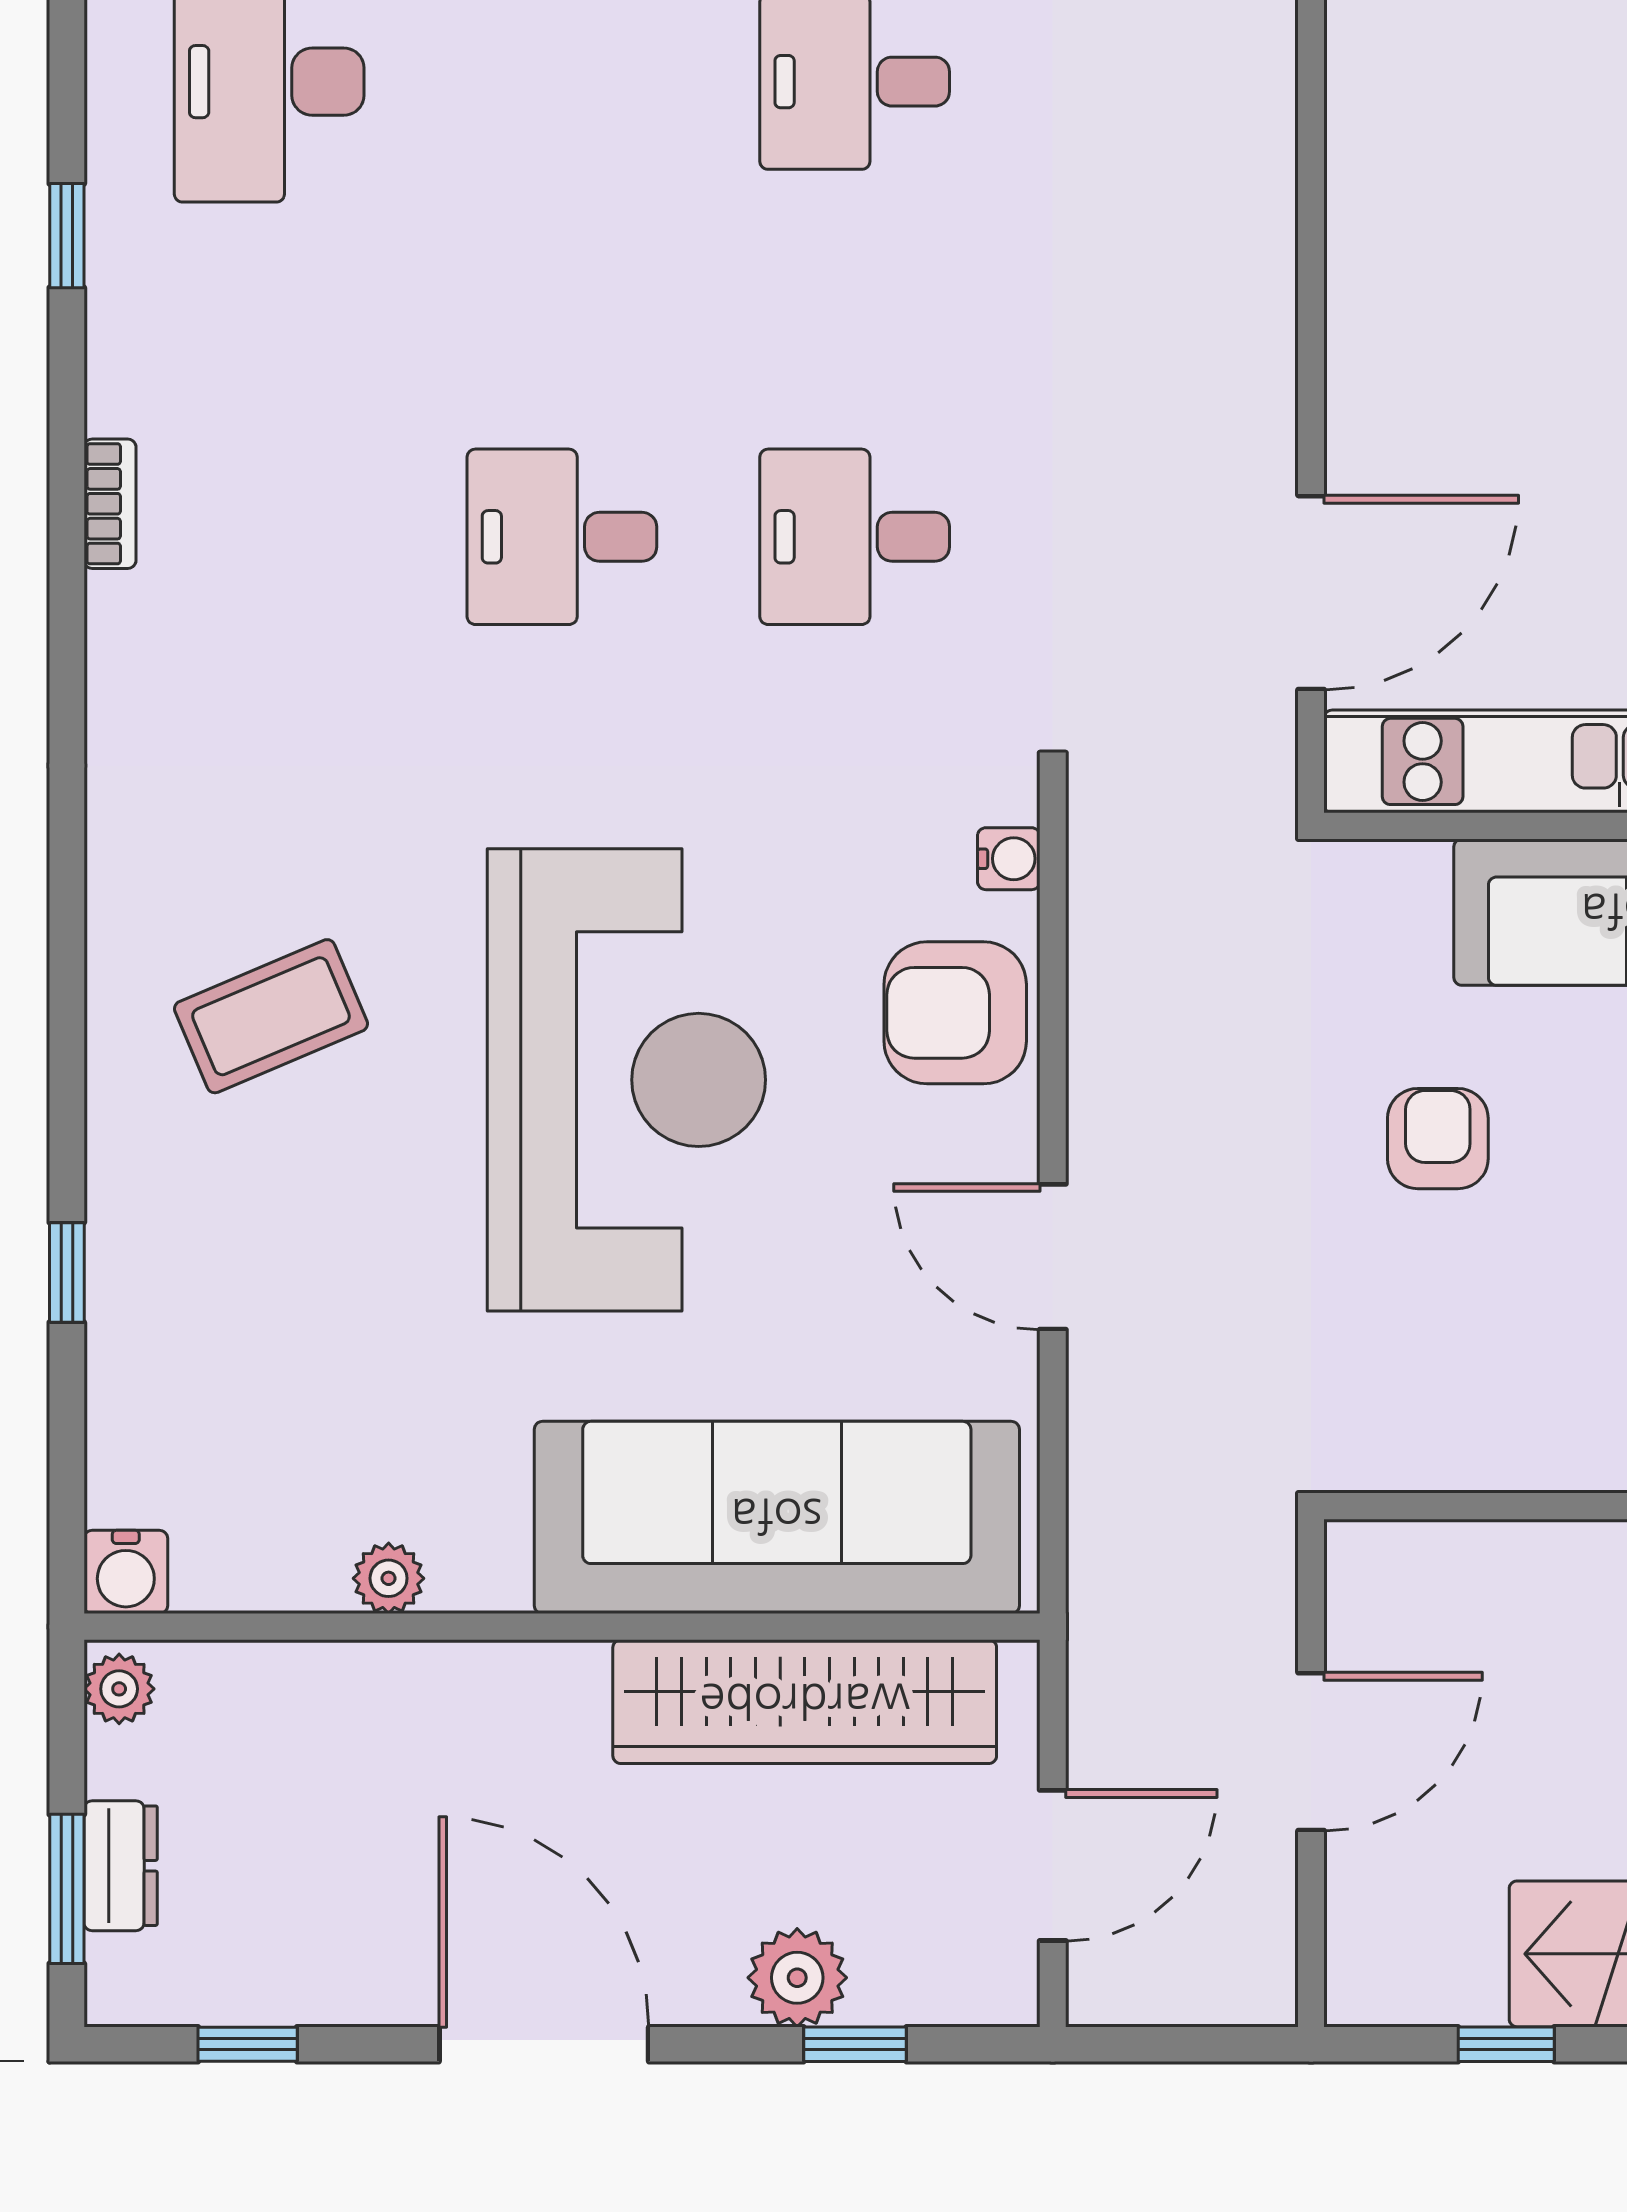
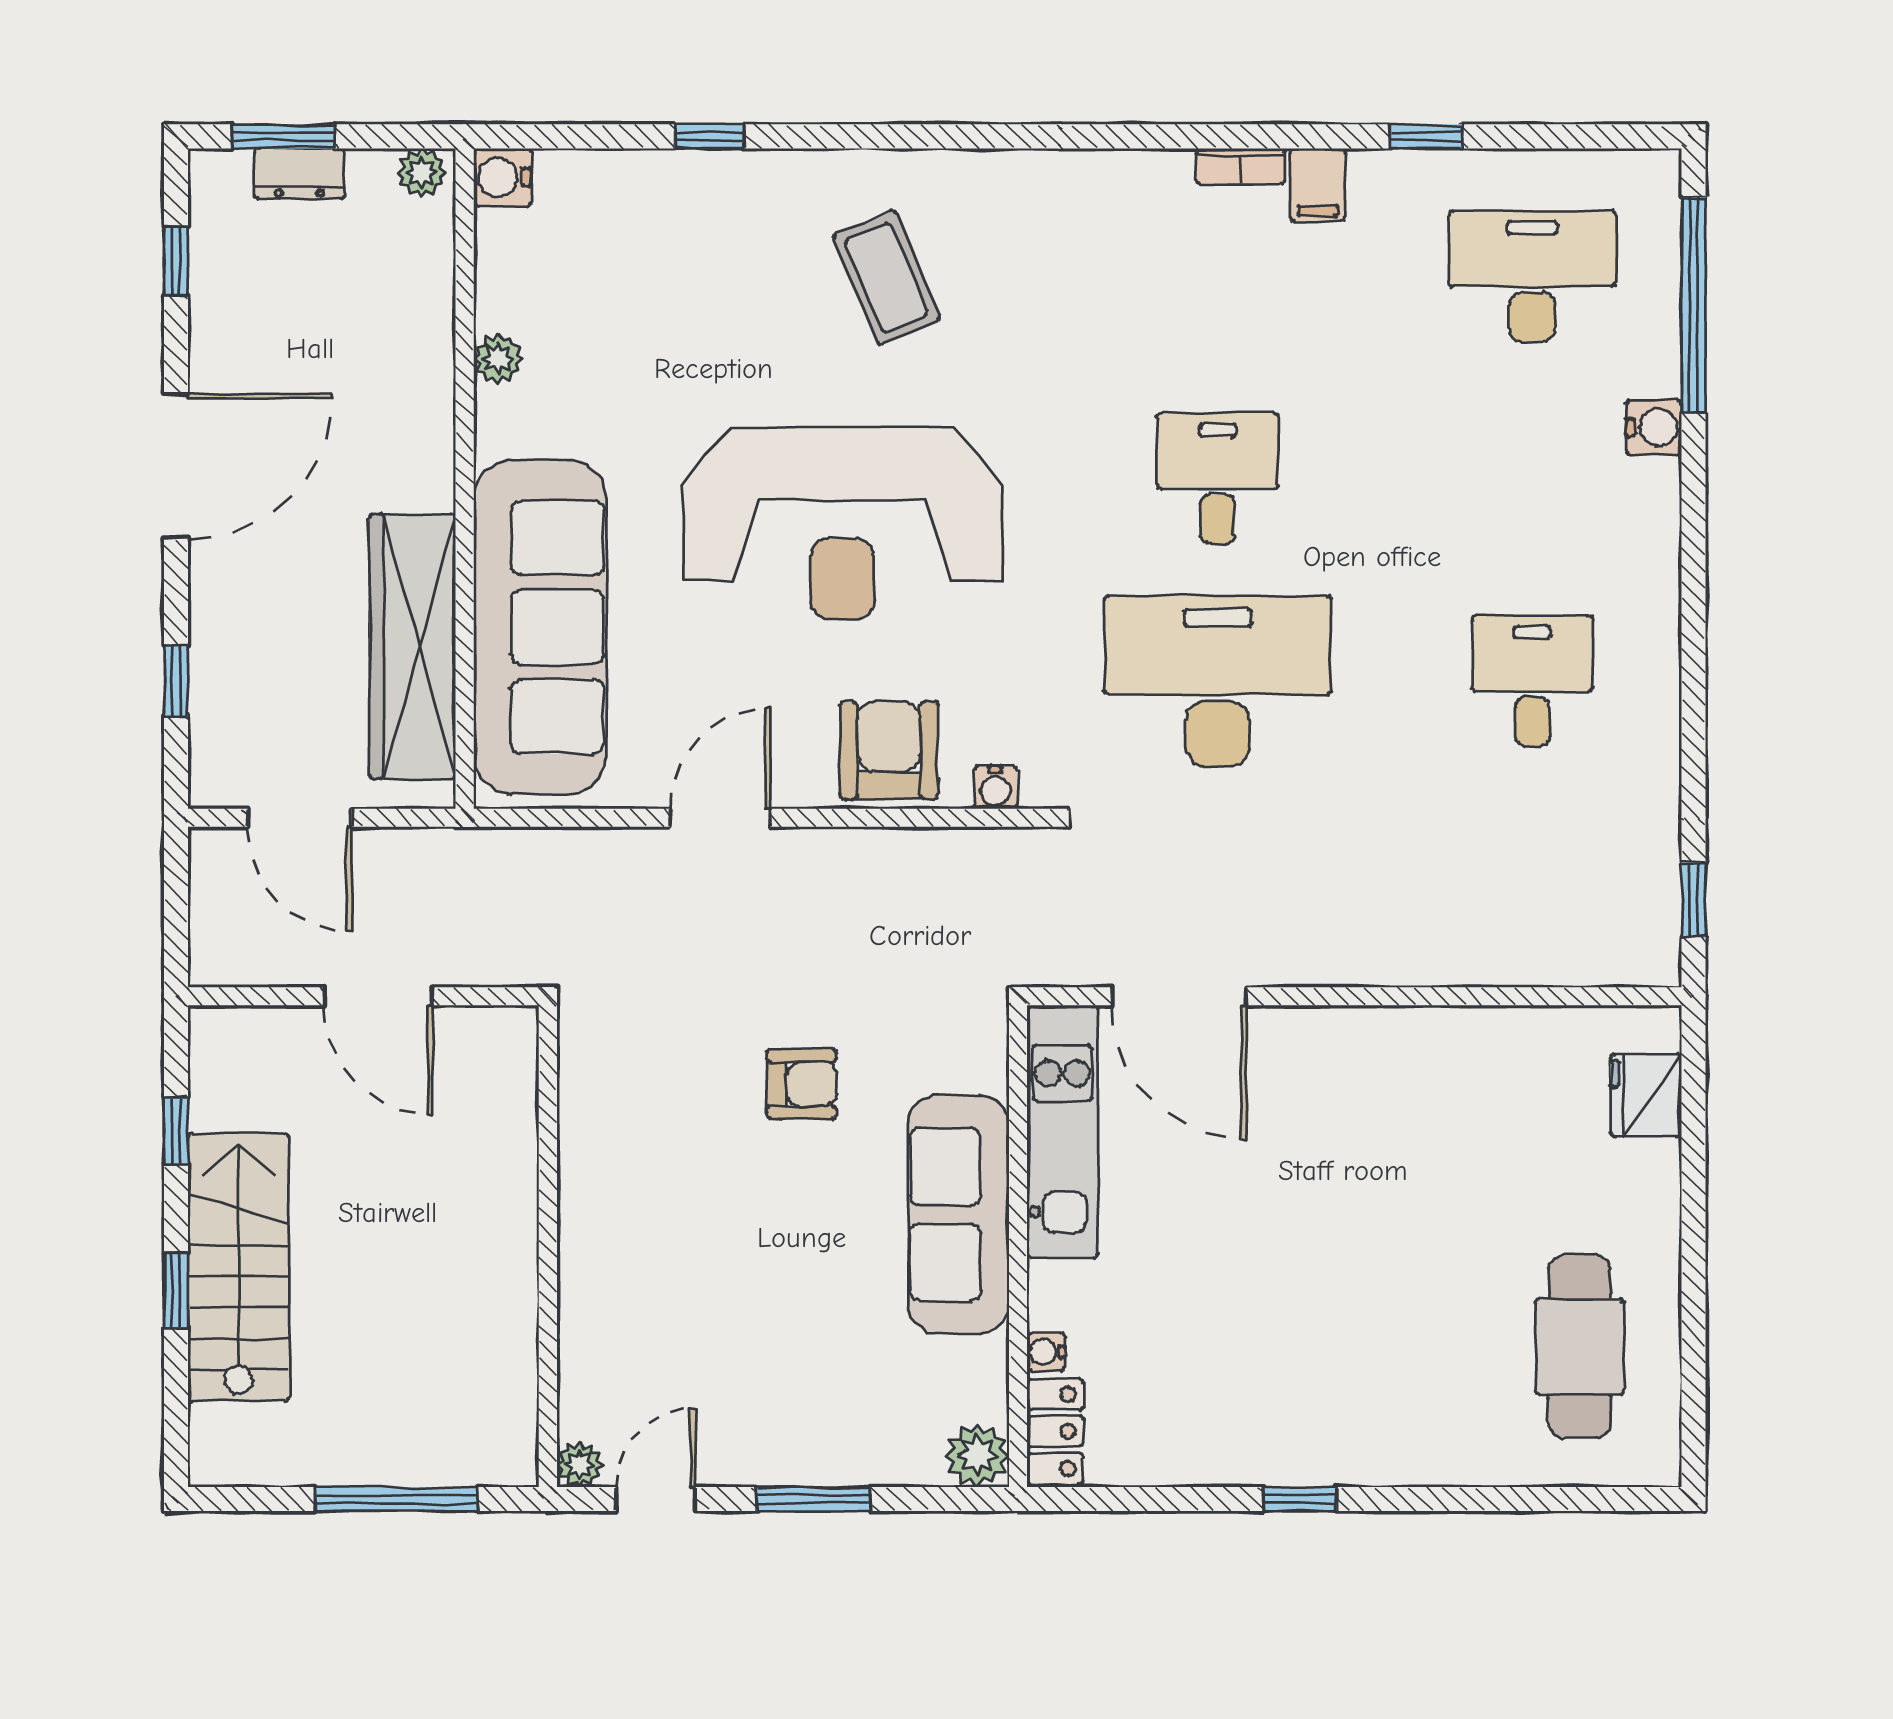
filing cabinet: (137, 392) -> (1318, 185), added
desk: (855, 537) -> (1218, 681), width x1.87, depth x1.30
plant: (797, 1978) -> (222, 641), removed

